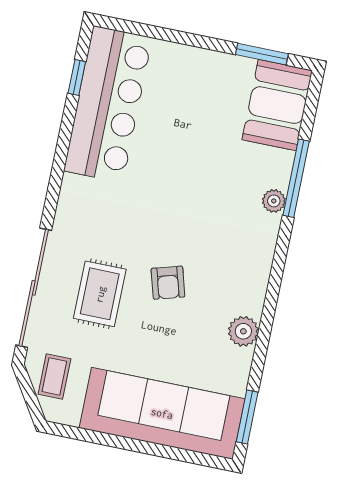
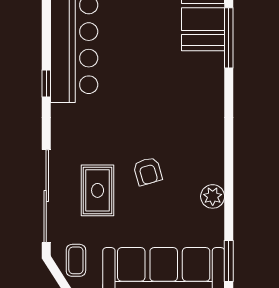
window: (77, 77) -> (46, 84), moved
window: (296, 178) -> (229, 38), moved
plant: (274, 201) -> (215, 93), removed

